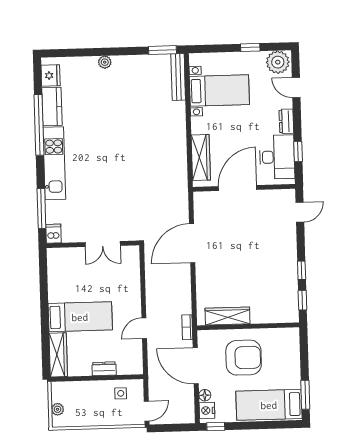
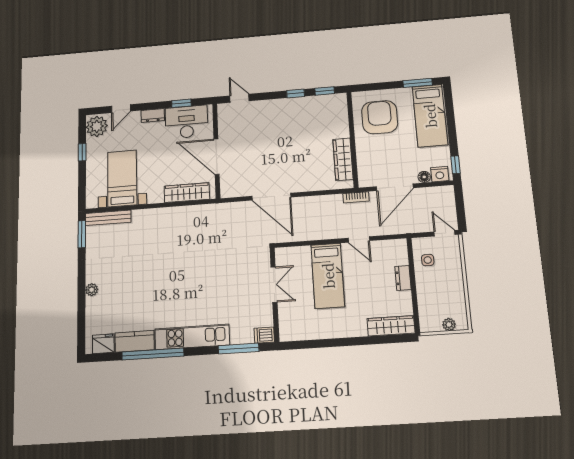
bed: (80, 317) -> (328, 276), moved, turned 180
armchair: (244, 358) -> (380, 117), moved

